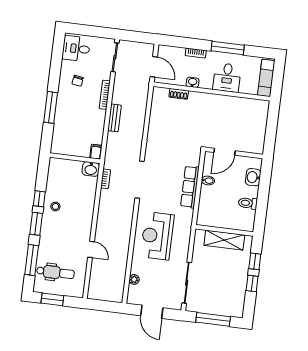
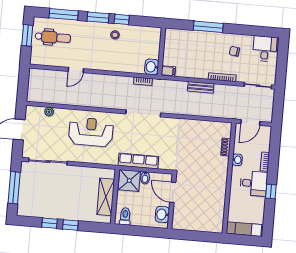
window: (228, 48) -> (271, 192), width x0.46
desk: (227, 78) -> (254, 183), moved, turned 180
washbasin: (253, 177) -> (162, 214), moved, turned -90
shower: (210, 197) -> (129, 181), added
wall: (224, 230) -> (115, 197), moved
shelving: (224, 240) -> (106, 197), moved
dental chair: (55, 272) -> (53, 37), turned -90

